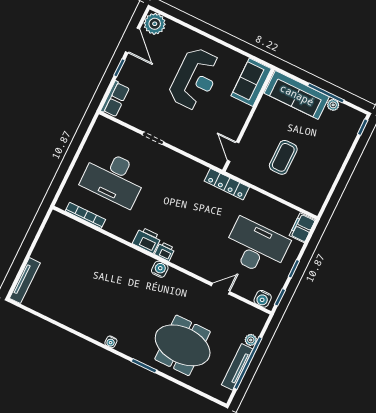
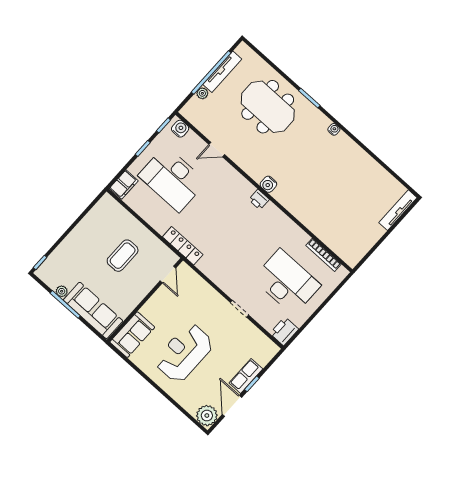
row of seats: (115, 99) -> (246, 376), moved
printer: (147, 240) -> (284, 331), moved, turned 90

